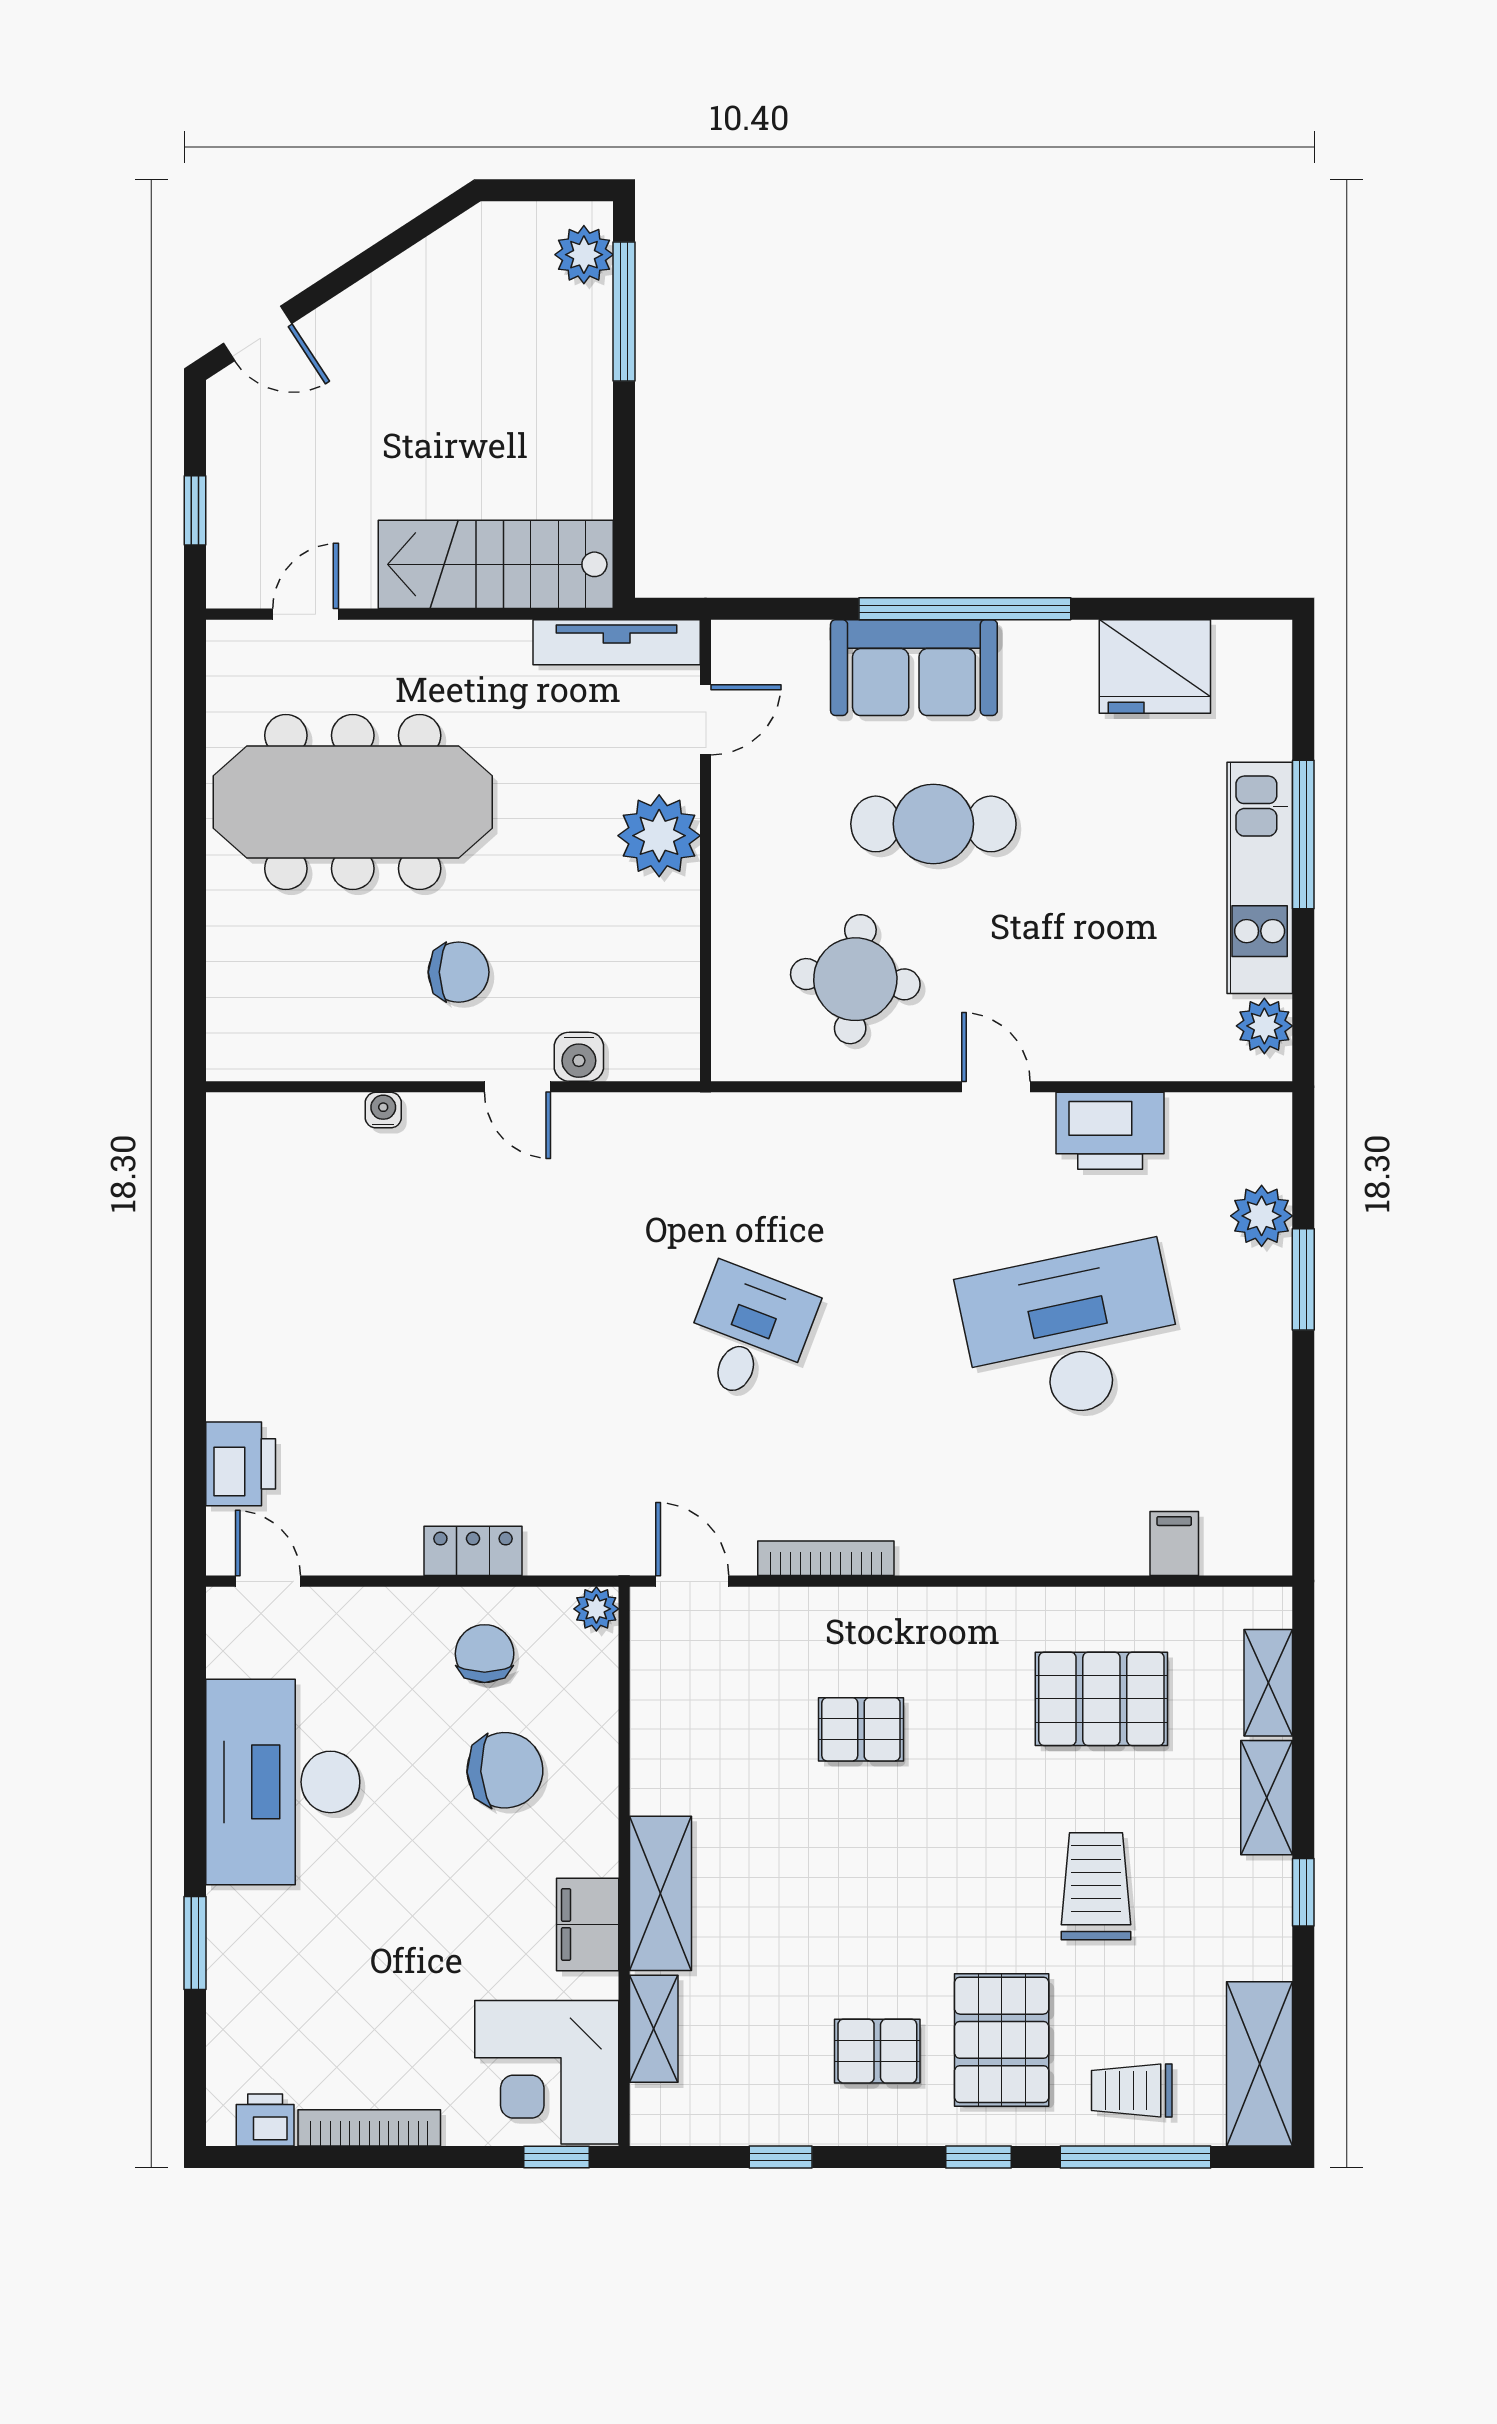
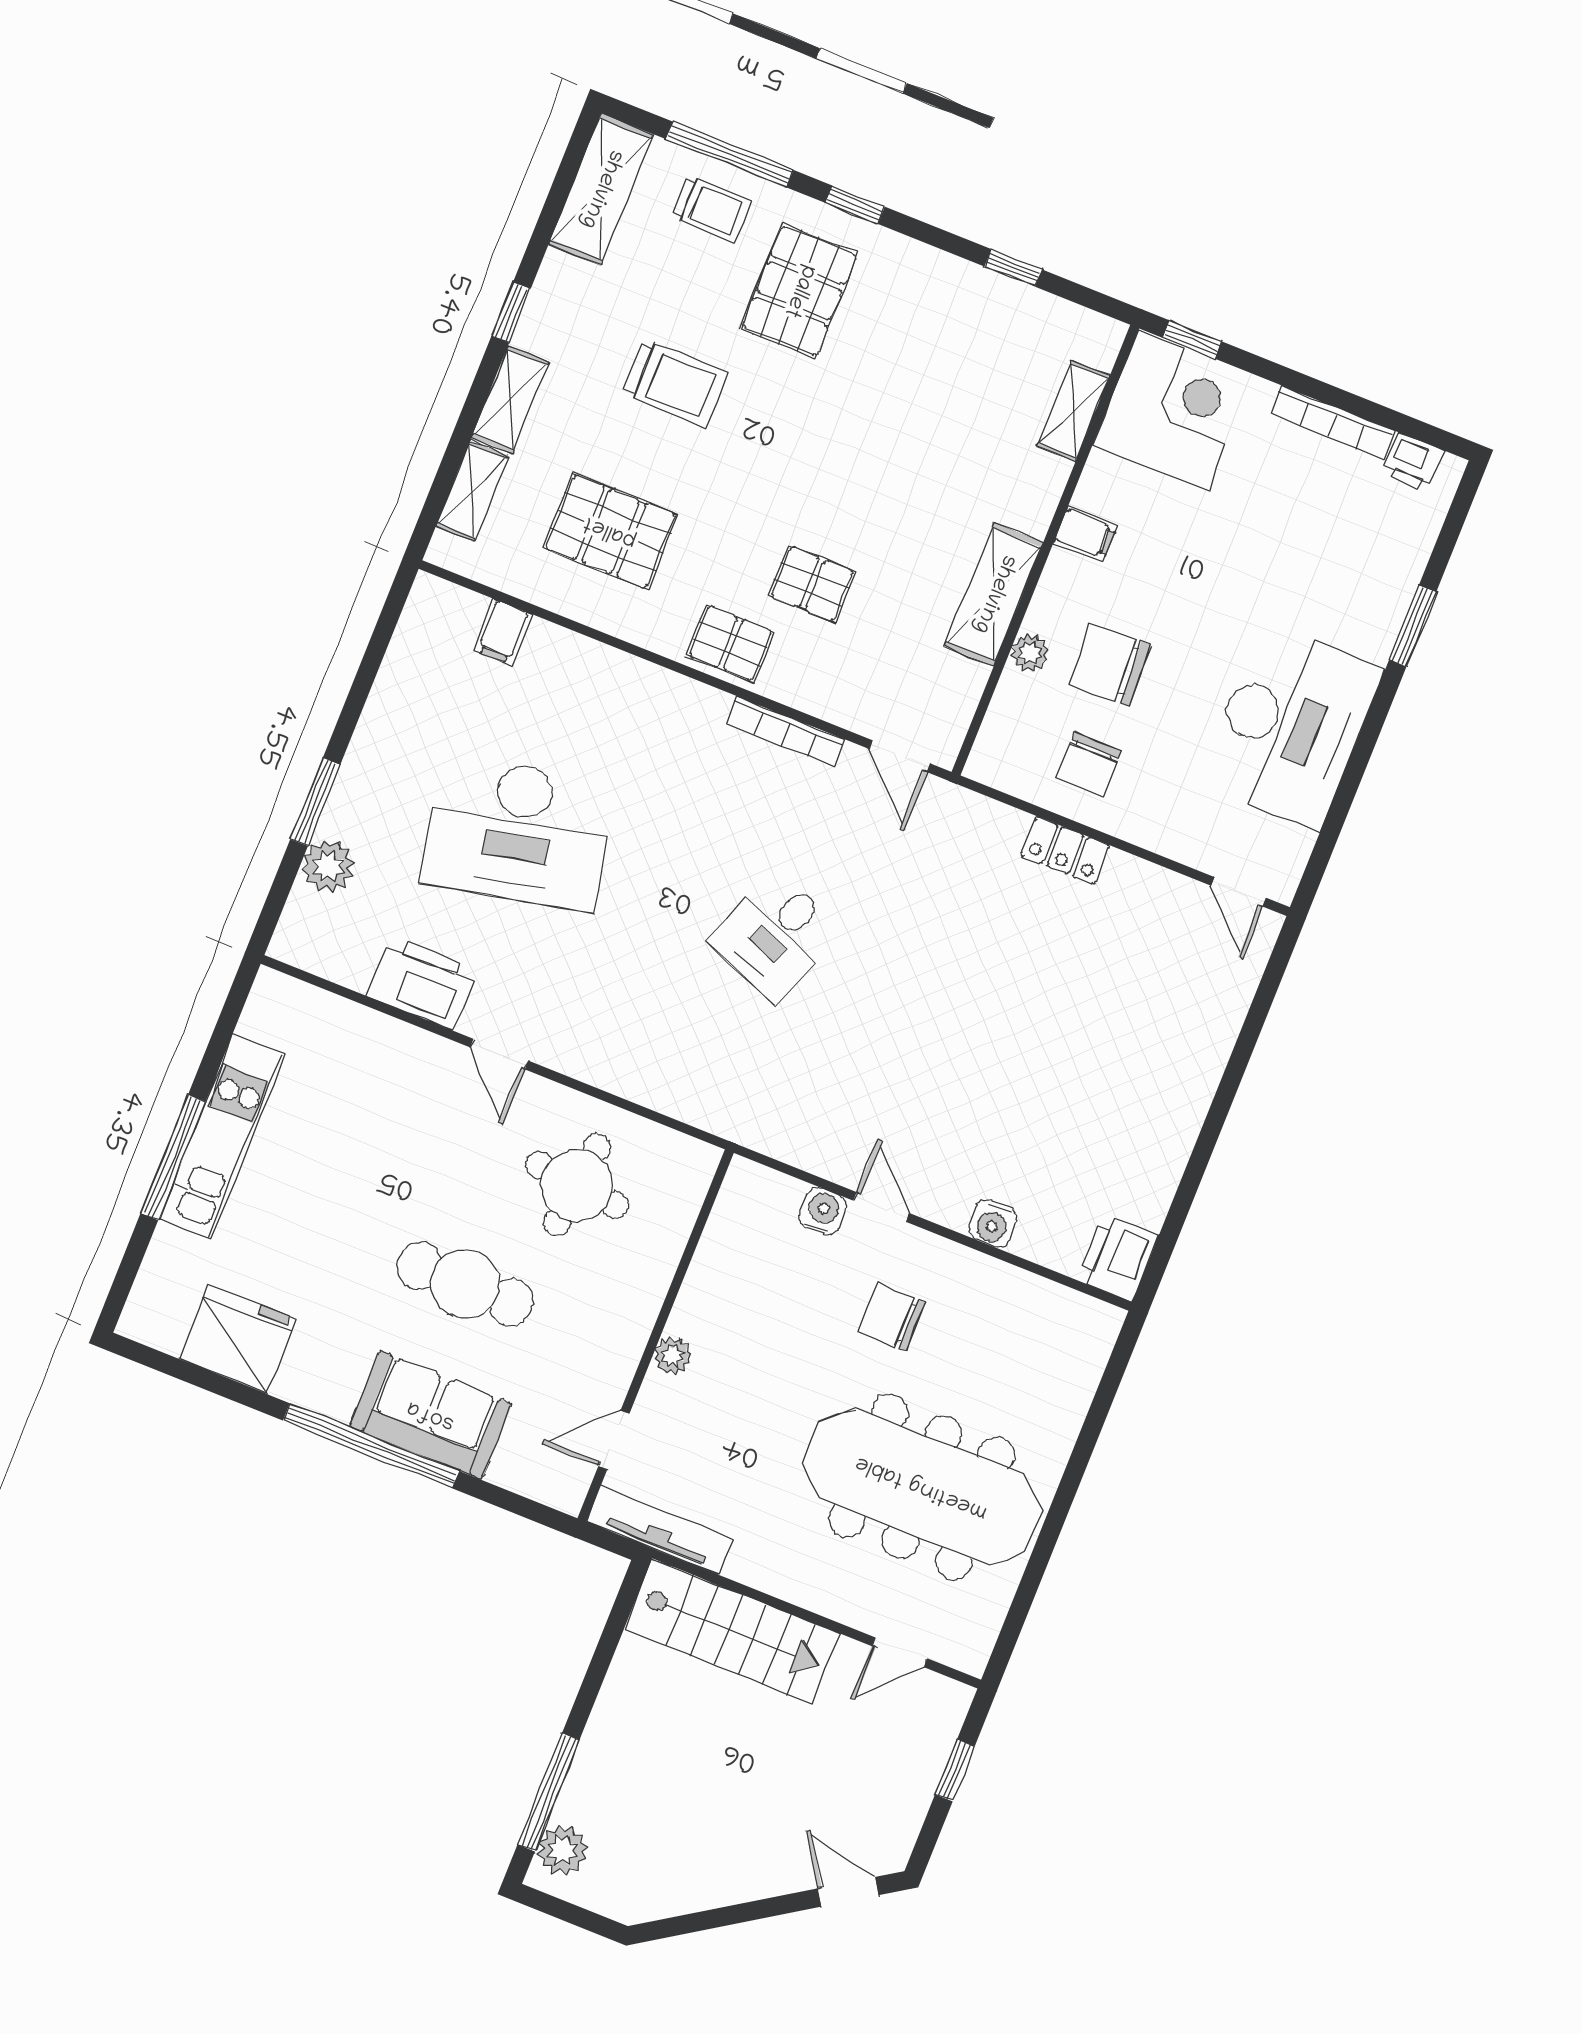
plant: (659, 836) -> (673, 1356), width x0.53, depth x0.53
plant: (1264, 1026) -> (265, 1017), removed
water cooler: (383, 1110) -> (993, 1224), width x1.38, depth x1.38
printer: (241, 1464) -> (1118, 1257), moved
plant: (596, 1609) -> (1030, 653), moved
trolley: (1096, 1886) -> (675, 383), turned -90
shelving: (660, 1893) -> (994, 594), moved
filing cabinet: (588, 1924) -> (1086, 534), width x0.50
pallet: (877, 2051) -> (730, 643), moved

